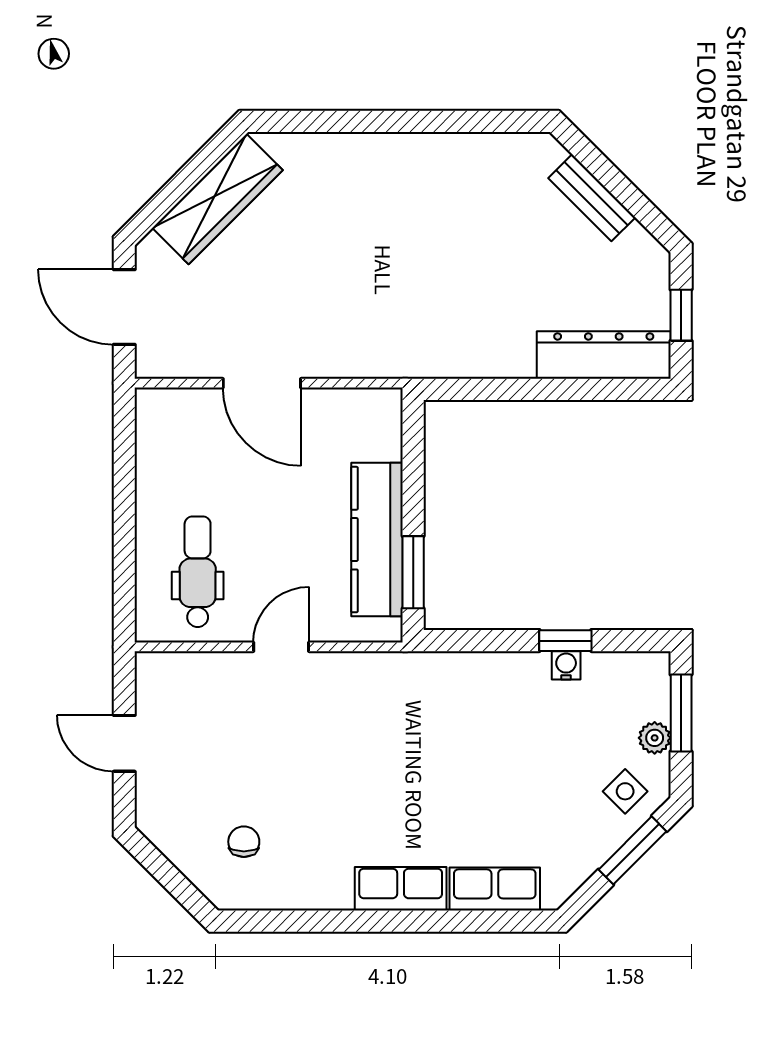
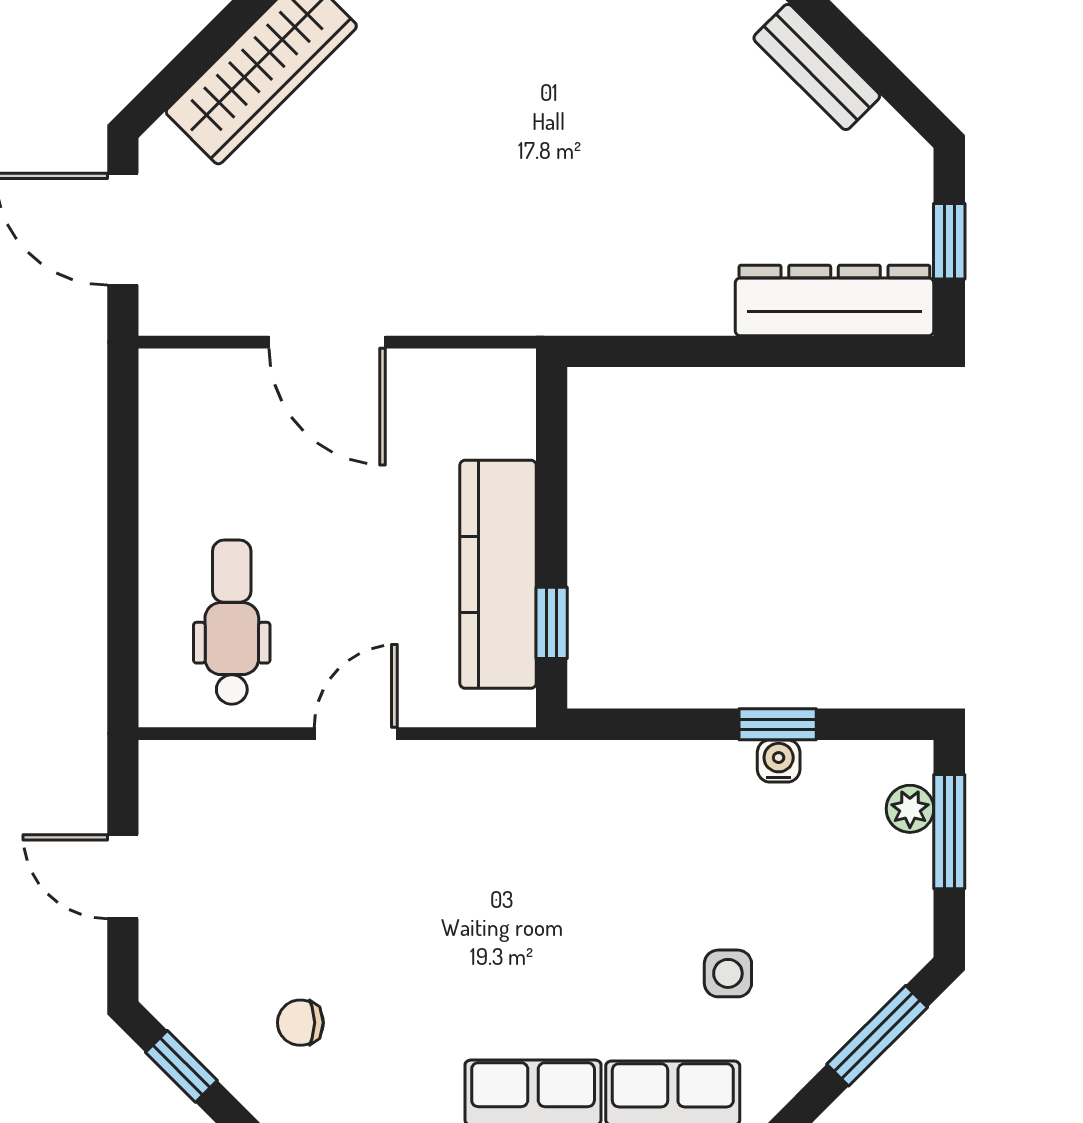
window: (413, 572) -> (552, 623), width x0.67
plant: (655, 738) -> (910, 809), moved
side table: (625, 791) -> (728, 973), moved, turned 45
chair: (244, 842) -> (300, 1023), turned -90
window: (164, 871) -> (181, 1066), added

